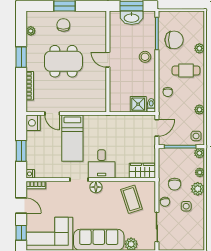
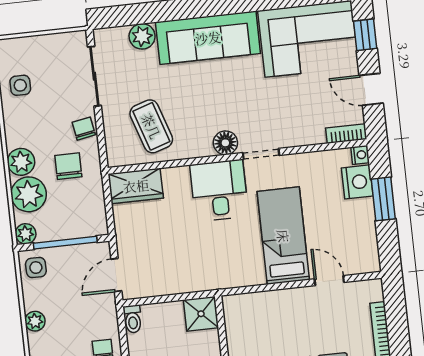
shower: (138, 104) -> (201, 314), moved
nightstand: (33, 123) -> (357, 182), moved
plant: (200, 172) -> (29, 194), width x1.87, depth x1.87
side table: (186, 206) -> (20, 85), moved

